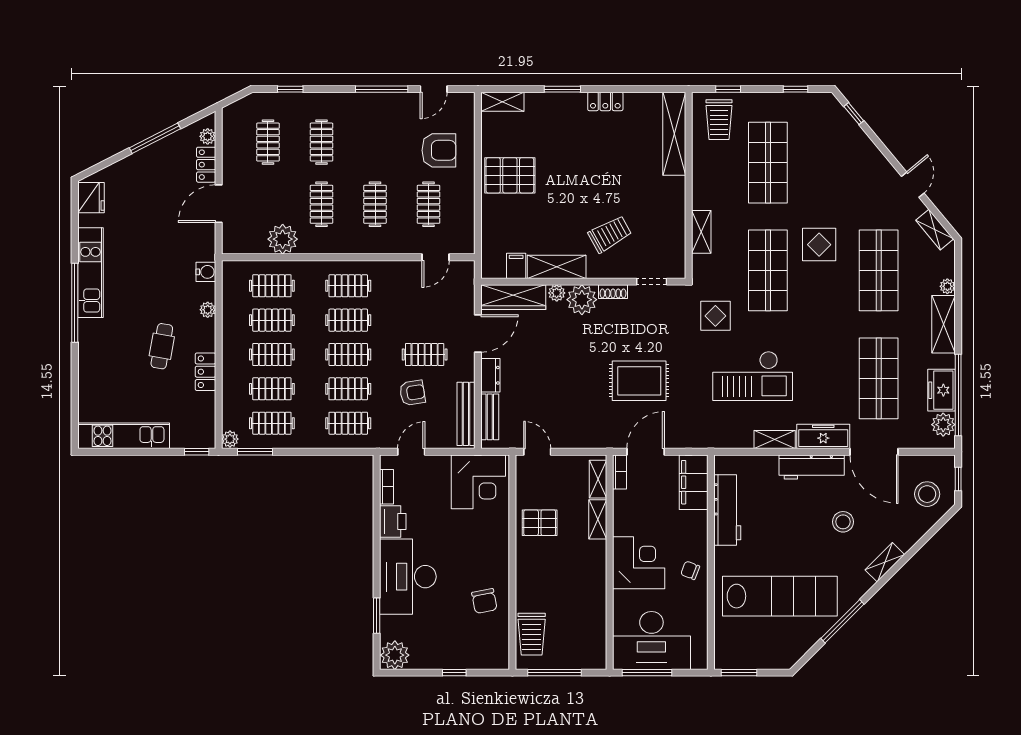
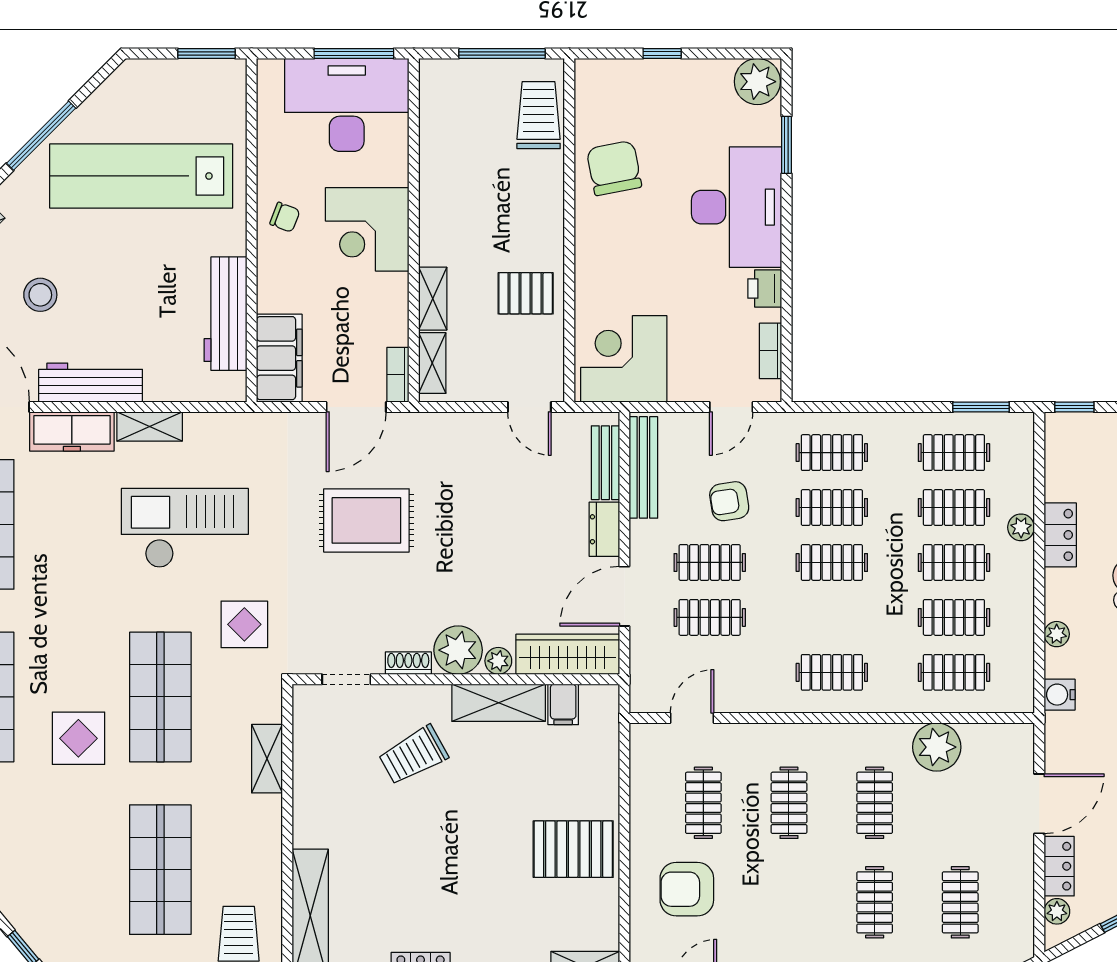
clothes rail: (348, 320) -> (710, 617), moved
plant: (230, 439) -> (1021, 527), moved
printer: (393, 522) -> (765, 289), width x0.73, depth x0.81
chair: (484, 601) -> (614, 168), width x1.37, depth x1.37

